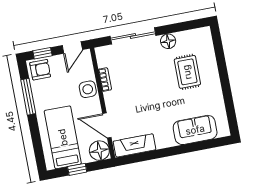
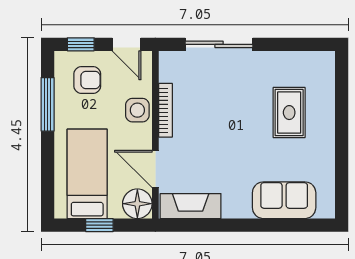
floor lamp: (168, 41) -> (269, 62), removed
door: (72, 48) -> (126, 44), hinge flipped
armchair: (40, 70) -> (87, 80), moved
bookcase: (105, 79) -> (165, 110), width x1.56

